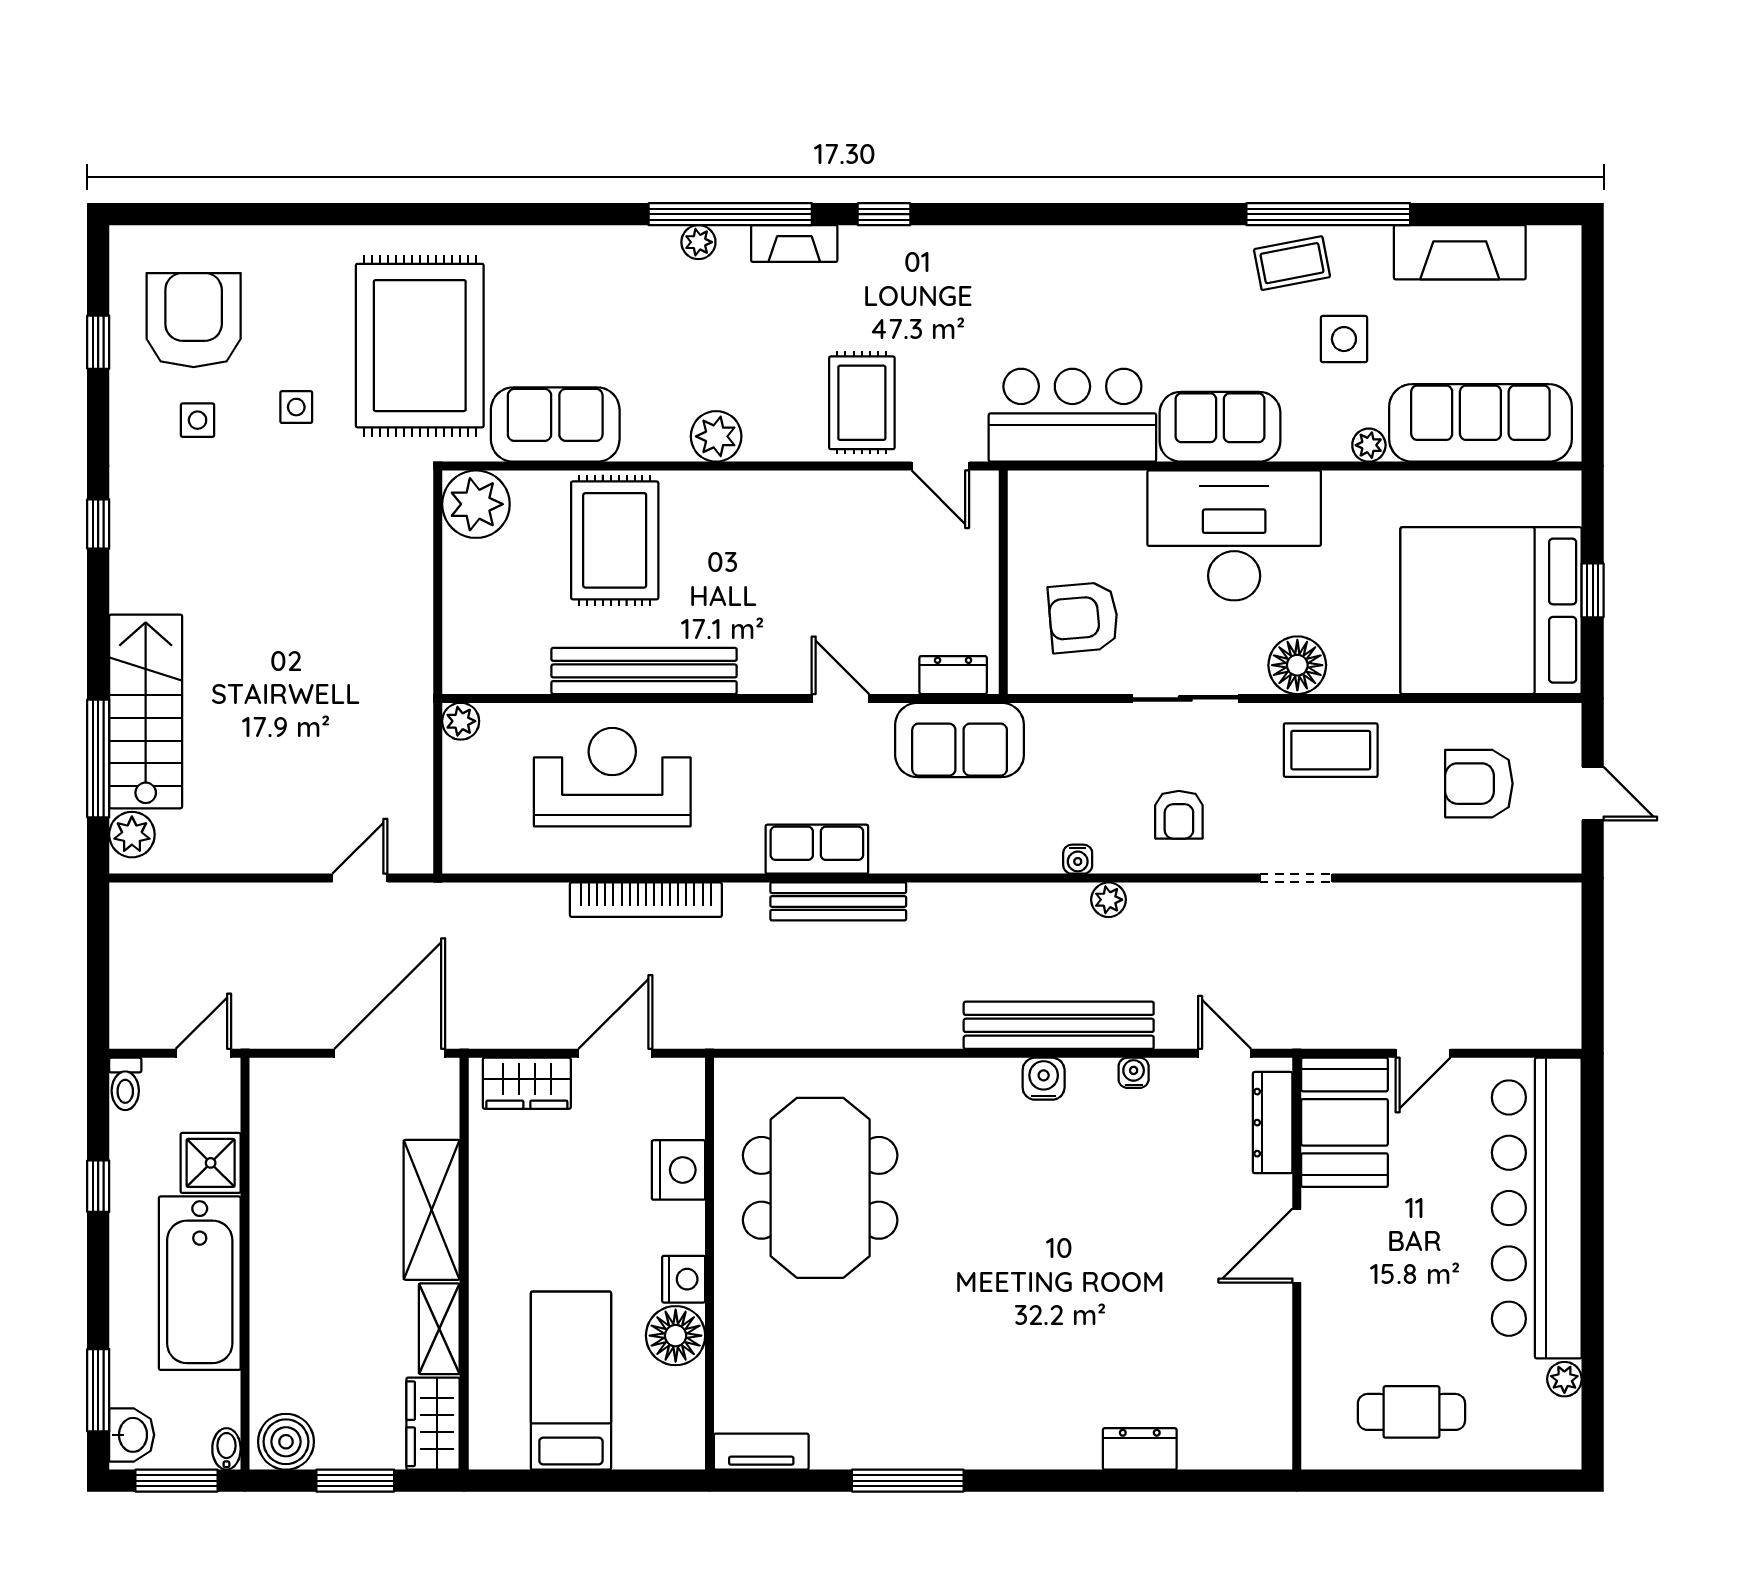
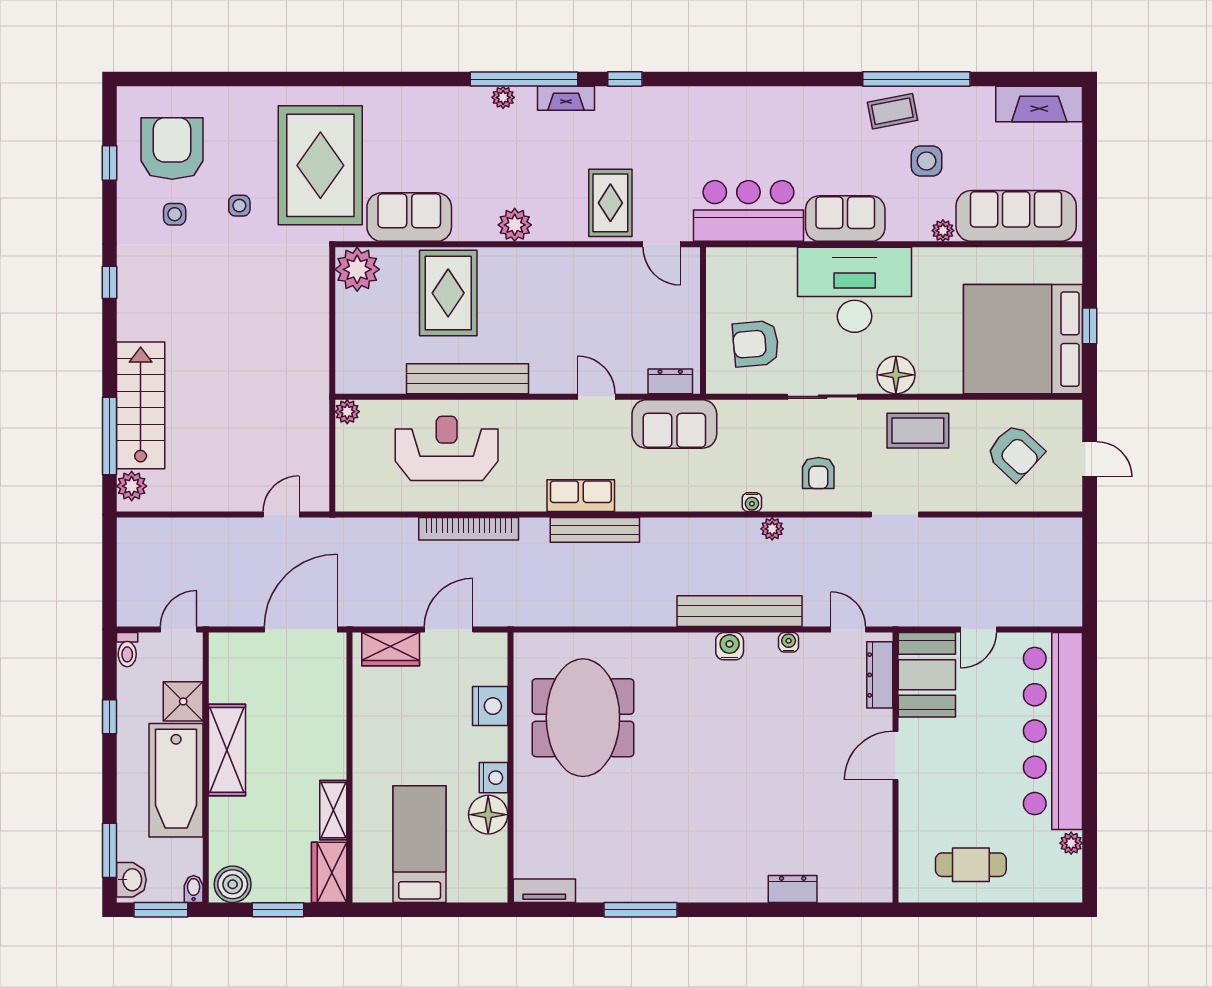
fireplace: (1460, 252) -> (1039, 104), moved
armchair: (1479, 784) -> (1015, 453), turned -137
shelving: (432, 1210) -> (227, 750), moved

